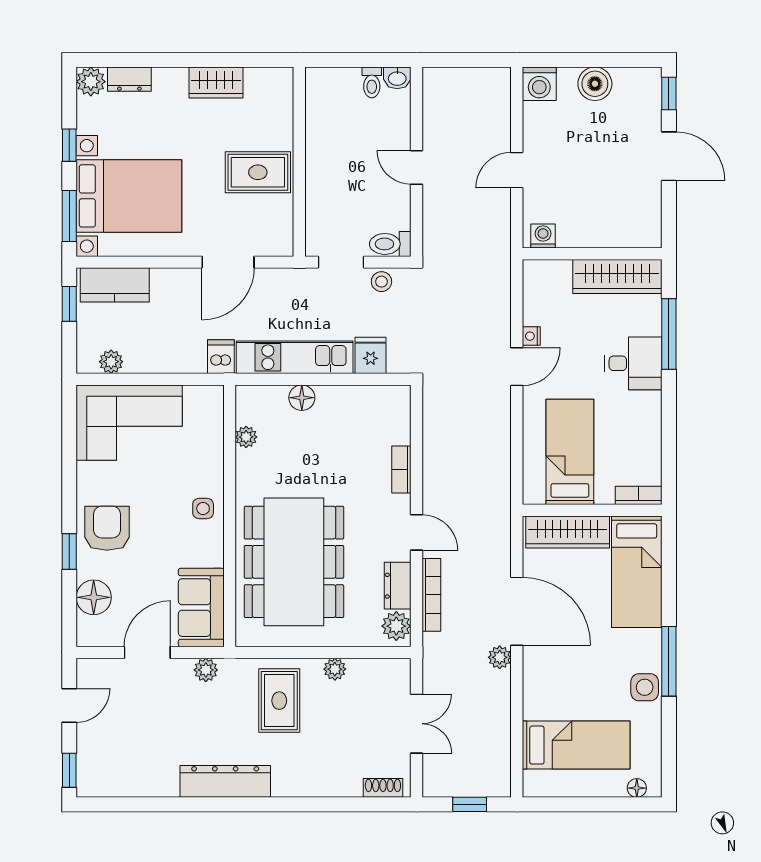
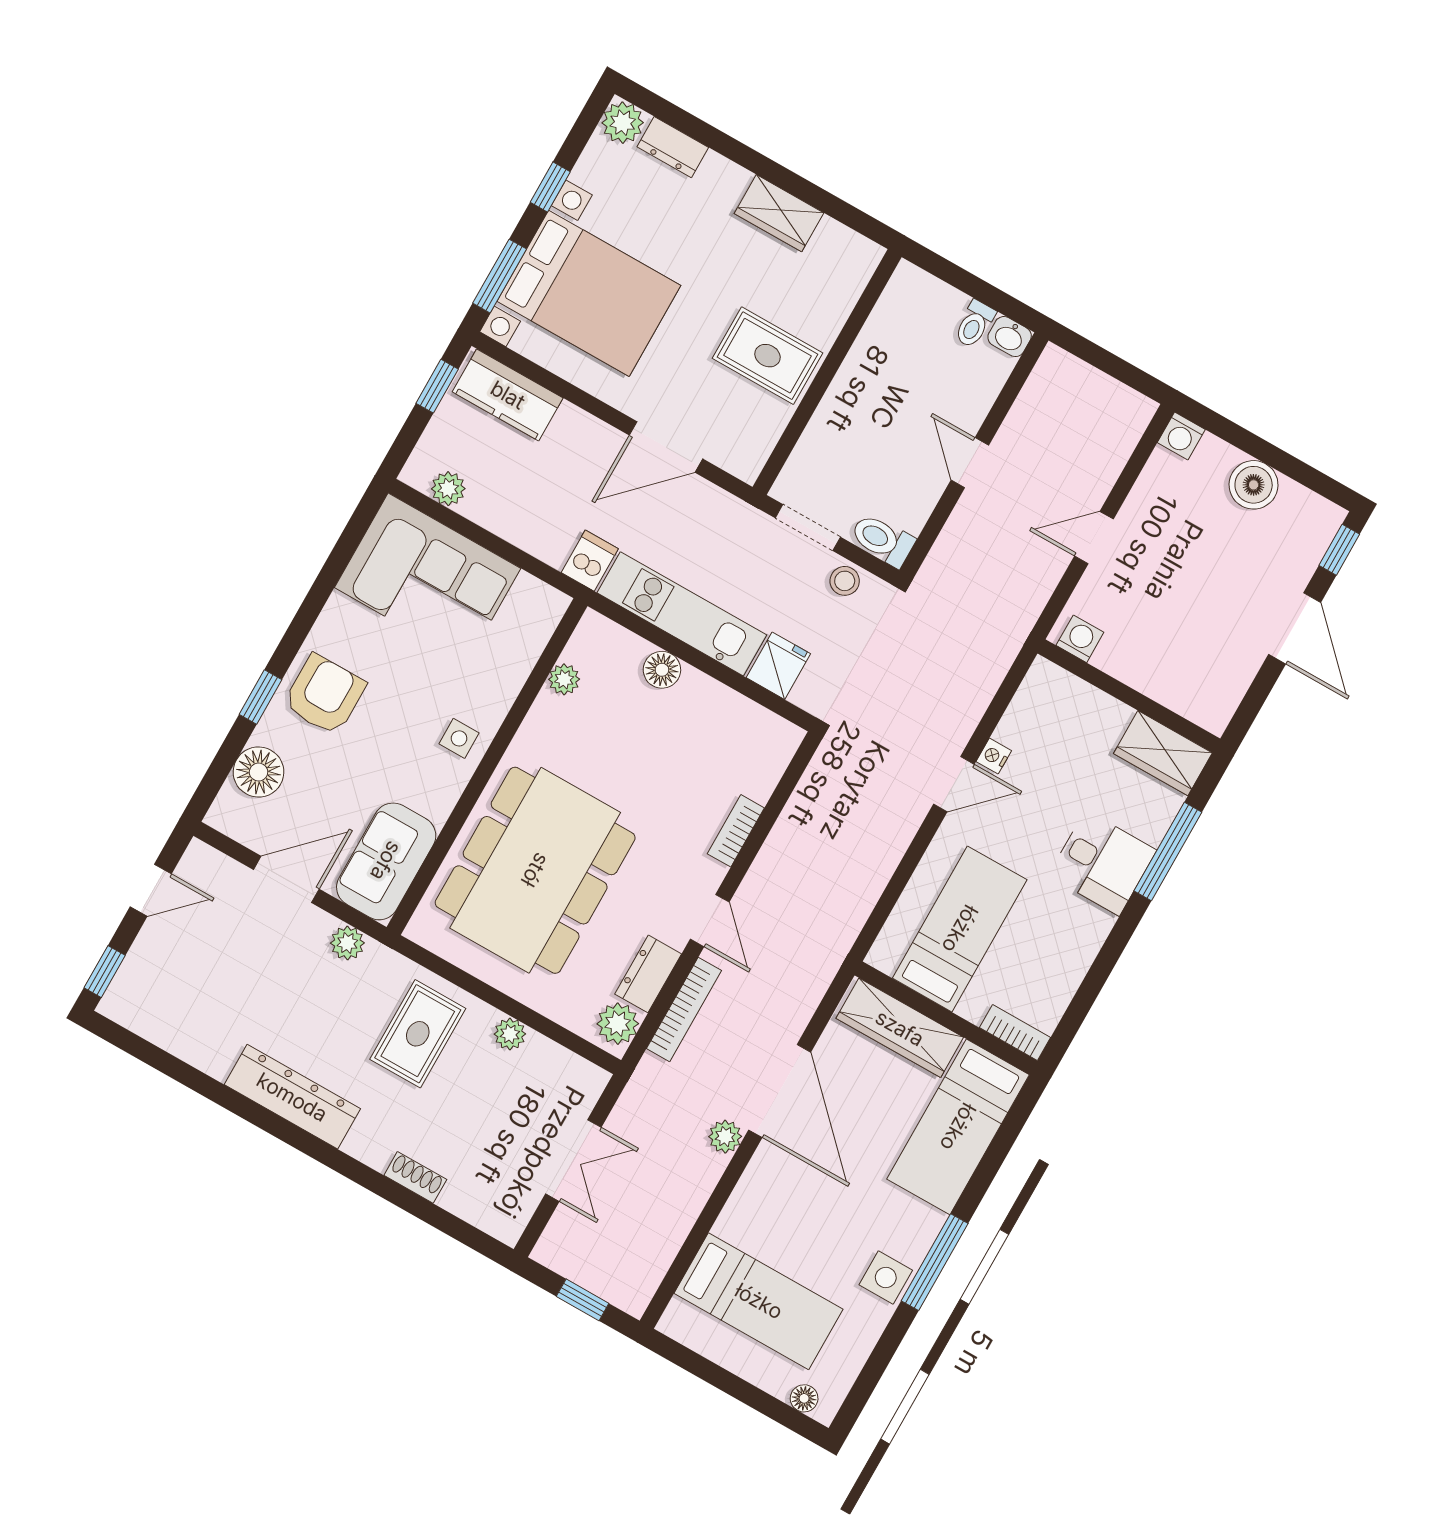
washing machine: (539, 84) -> (1181, 436), width x0.73, depth x0.73
wardrobe: (617, 277) -> (1163, 753), width x0.67
shoe rack: (383, 788) -> (415, 1177), moved

